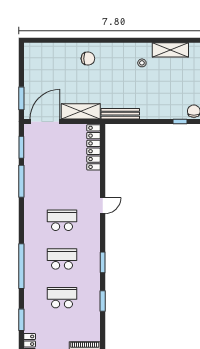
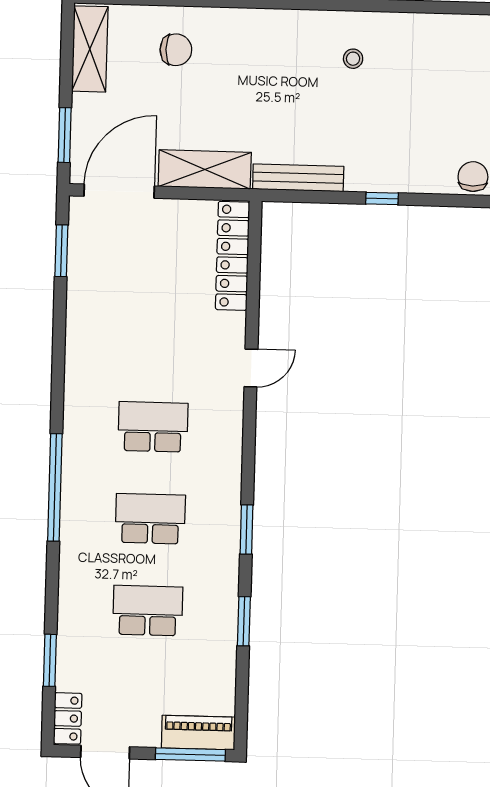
shelving: (170, 50) -> (90, 49), moved, turned 90
chair: (88, 59) -> (176, 50), moved
window: (180, 121) -> (382, 199), moved
window: (21, 181) -> (59, 331), removed
door: (103, 206) -> (251, 368), moved
window: (21, 266) -> (55, 487), moved

